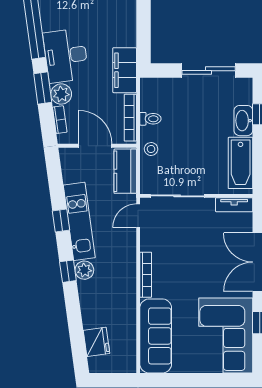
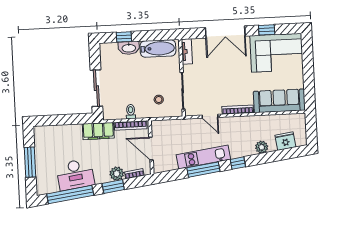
desk: (66, 56) -> (75, 175), moved
sliding door: (209, 71) -> (96, 88), moved
door: (95, 146) -> (151, 149), hinge flipped
stool: (151, 149) -> (159, 100), moved
kitchen counter: (125, 171) -> (167, 127), removed
door: (138, 216) -> (210, 116), moved
window: (61, 220) -> (203, 170), width x2.17
plant: (84, 270) -> (262, 147), moved

